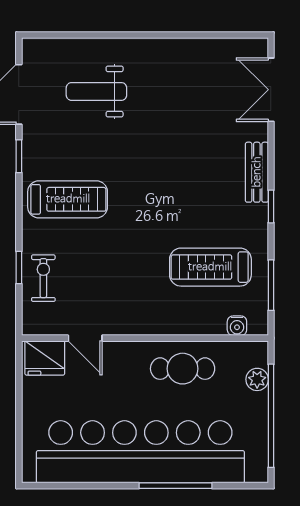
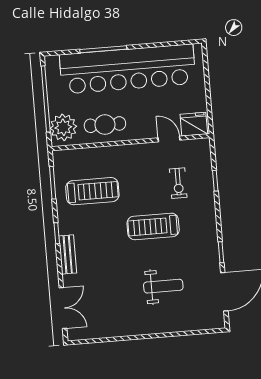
weight bench: (96, 91) -> (163, 286), moved
treadmill: (68, 199) -> (153, 226), moved
exercise bike: (43, 278) -> (178, 183), moved
water cooler: (237, 326) -> (72, 155), removed
plant: (257, 379) -> (63, 127), width x1.88, depth x1.88

